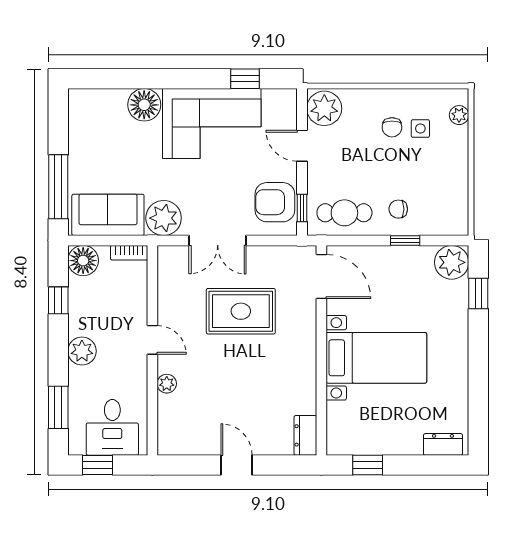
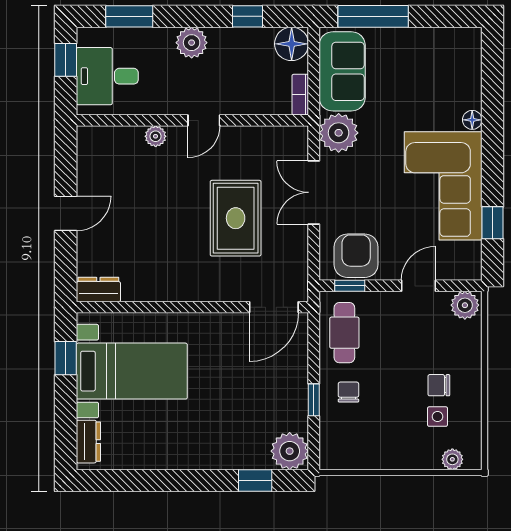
floor lamp: (144, 105) -> (472, 120), width x0.53, depth x0.53
plant: (324, 108) -> (465, 305), width x0.73, depth x0.73
bed with nightstands: (376, 358) -> (132, 371), moved, turned -90

